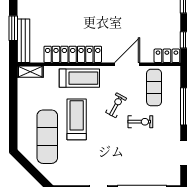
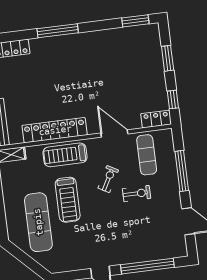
door: (127, 64) -> (114, 133), hinge flipped
treadmill: (79, 78) -> (65, 155), turned 180
treadmill: (77, 119) -> (68, 200), turned 180

